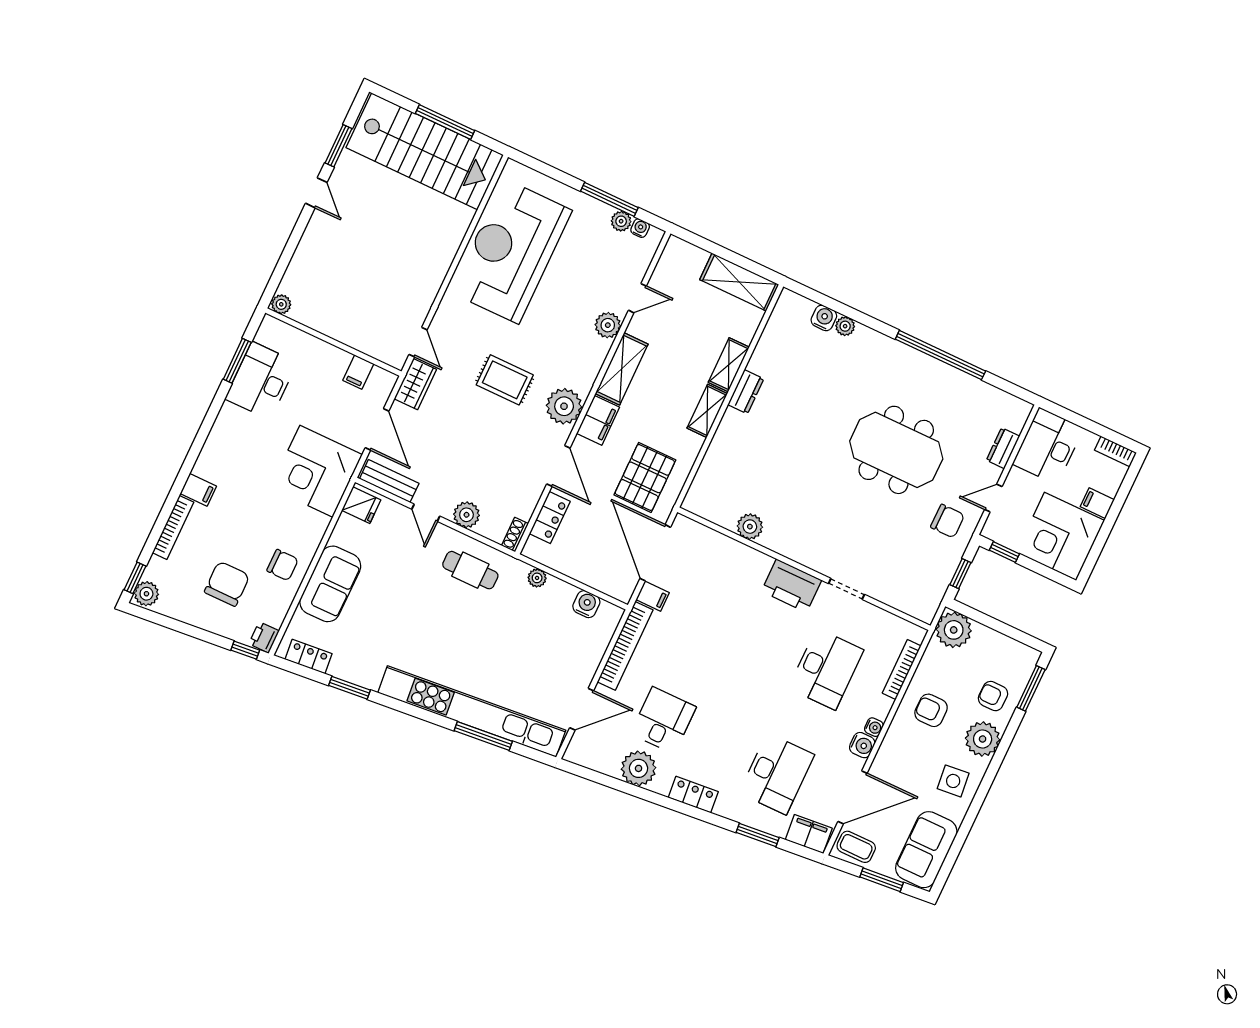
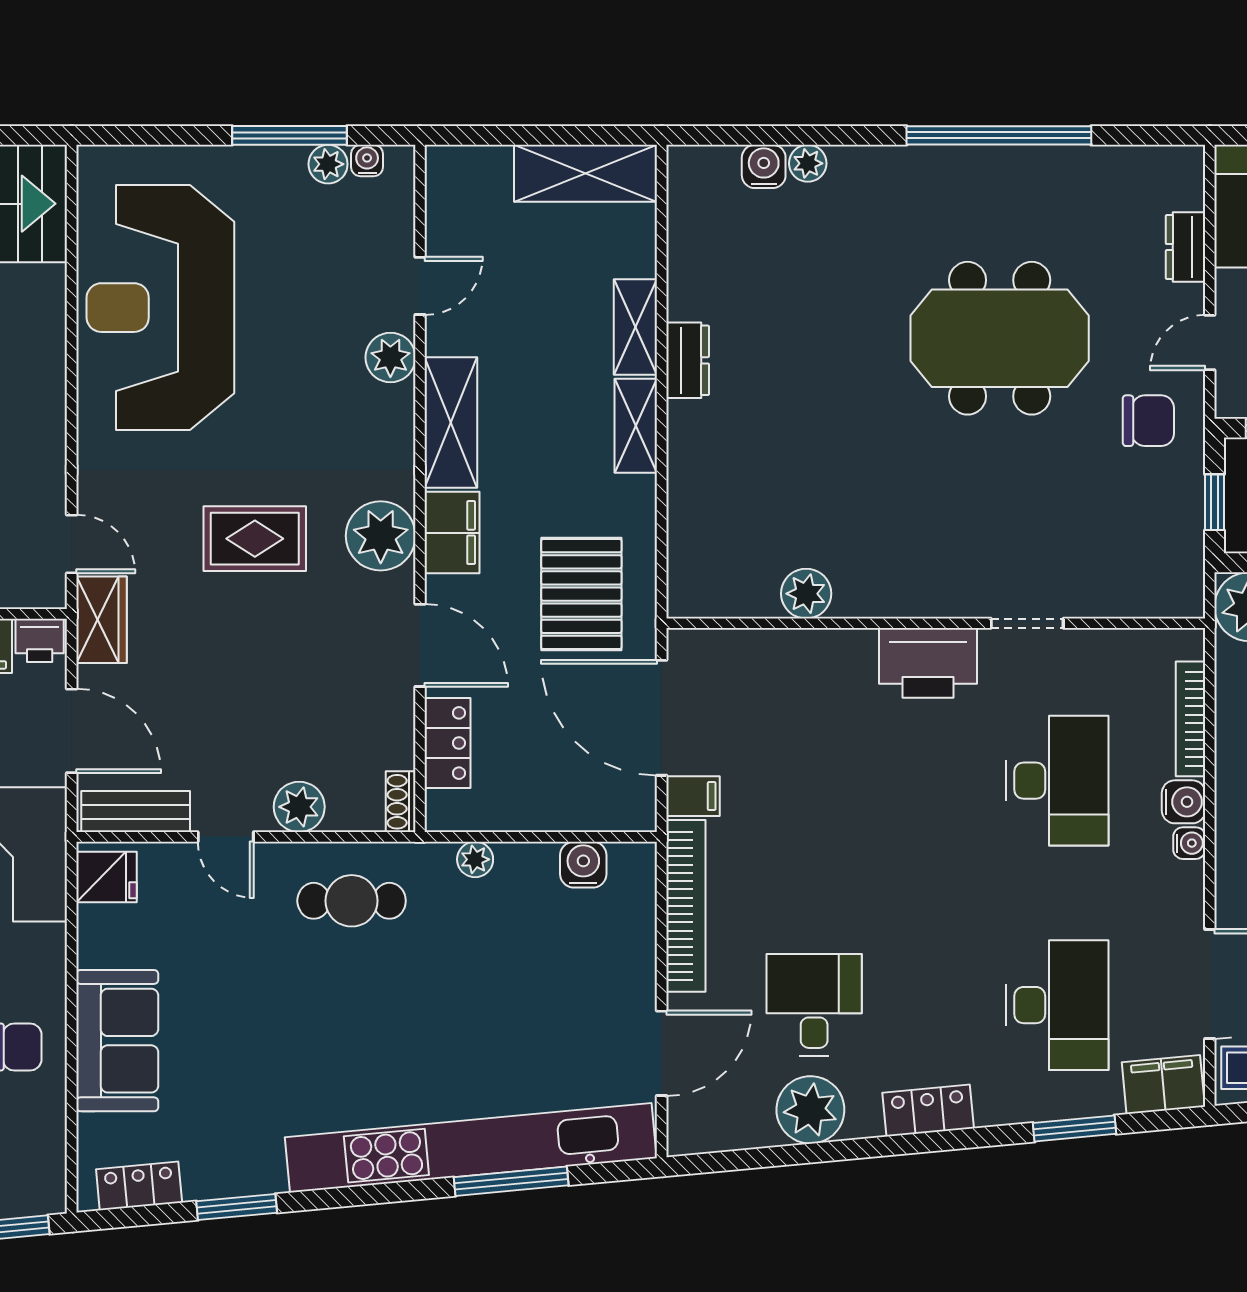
printer: (264, 637) -> (40, 640), moved, turned -90
water cooler: (862, 745) -> (1184, 802), moved

